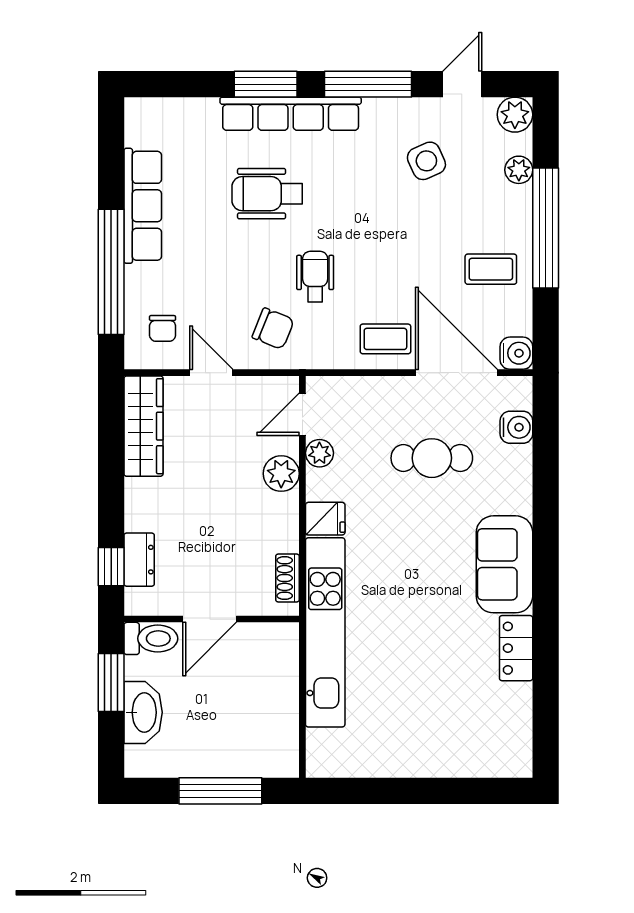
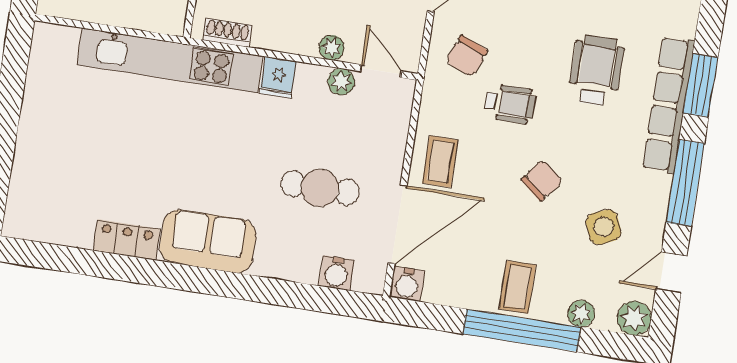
door: (462, 84) -> (671, 273), swing flipped
chair: (388, 232) -> (542, 180), added
coffee table: (491, 269) -> (517, 287), moved
cafe table: (432, 458) -> (320, 188), turned 90
plant: (281, 474) -> (331, 48), width x0.73, depth x0.73

